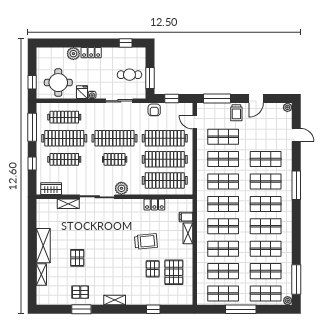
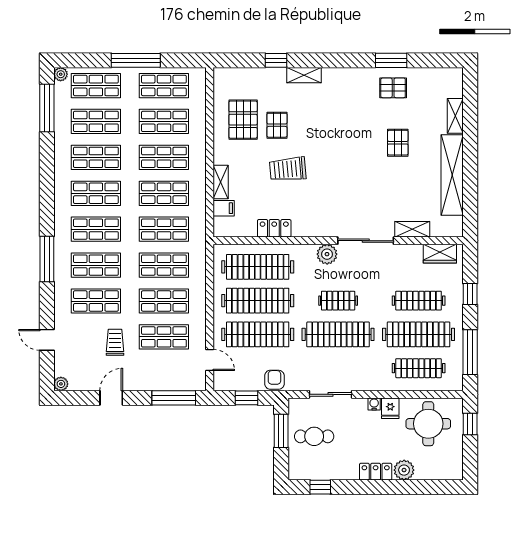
trolley: (236, 113) -> (115, 342), moved
shelving: (43, 246) -> (452, 175), width x1.47
shelving: (115, 300) -> (304, 75), moved

